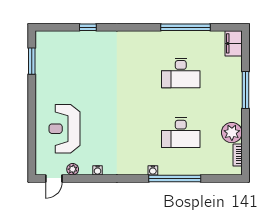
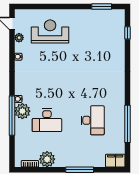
window: (88, 27) -> (127, 33), moved
desk: (181, 73) -> (93, 120), turned 180
desk: (181, 133) -> (47, 120), turned -90
plant: (169, 165) -> (22, 111), added

